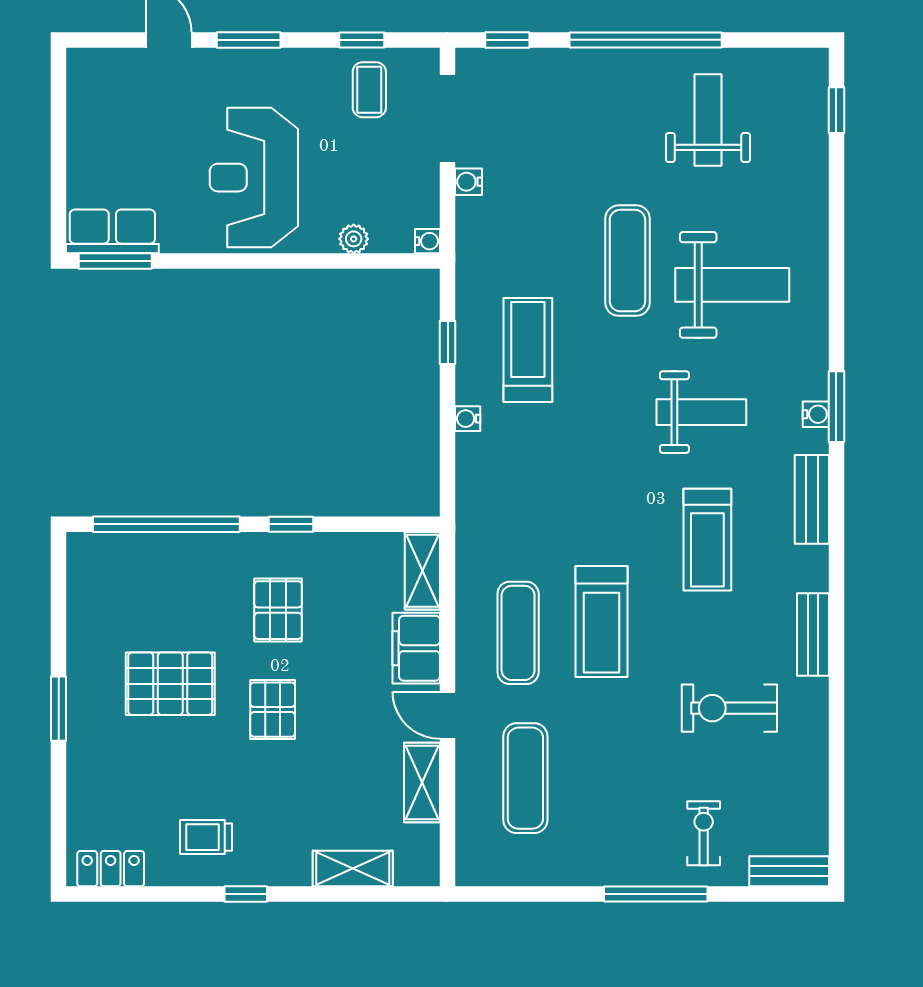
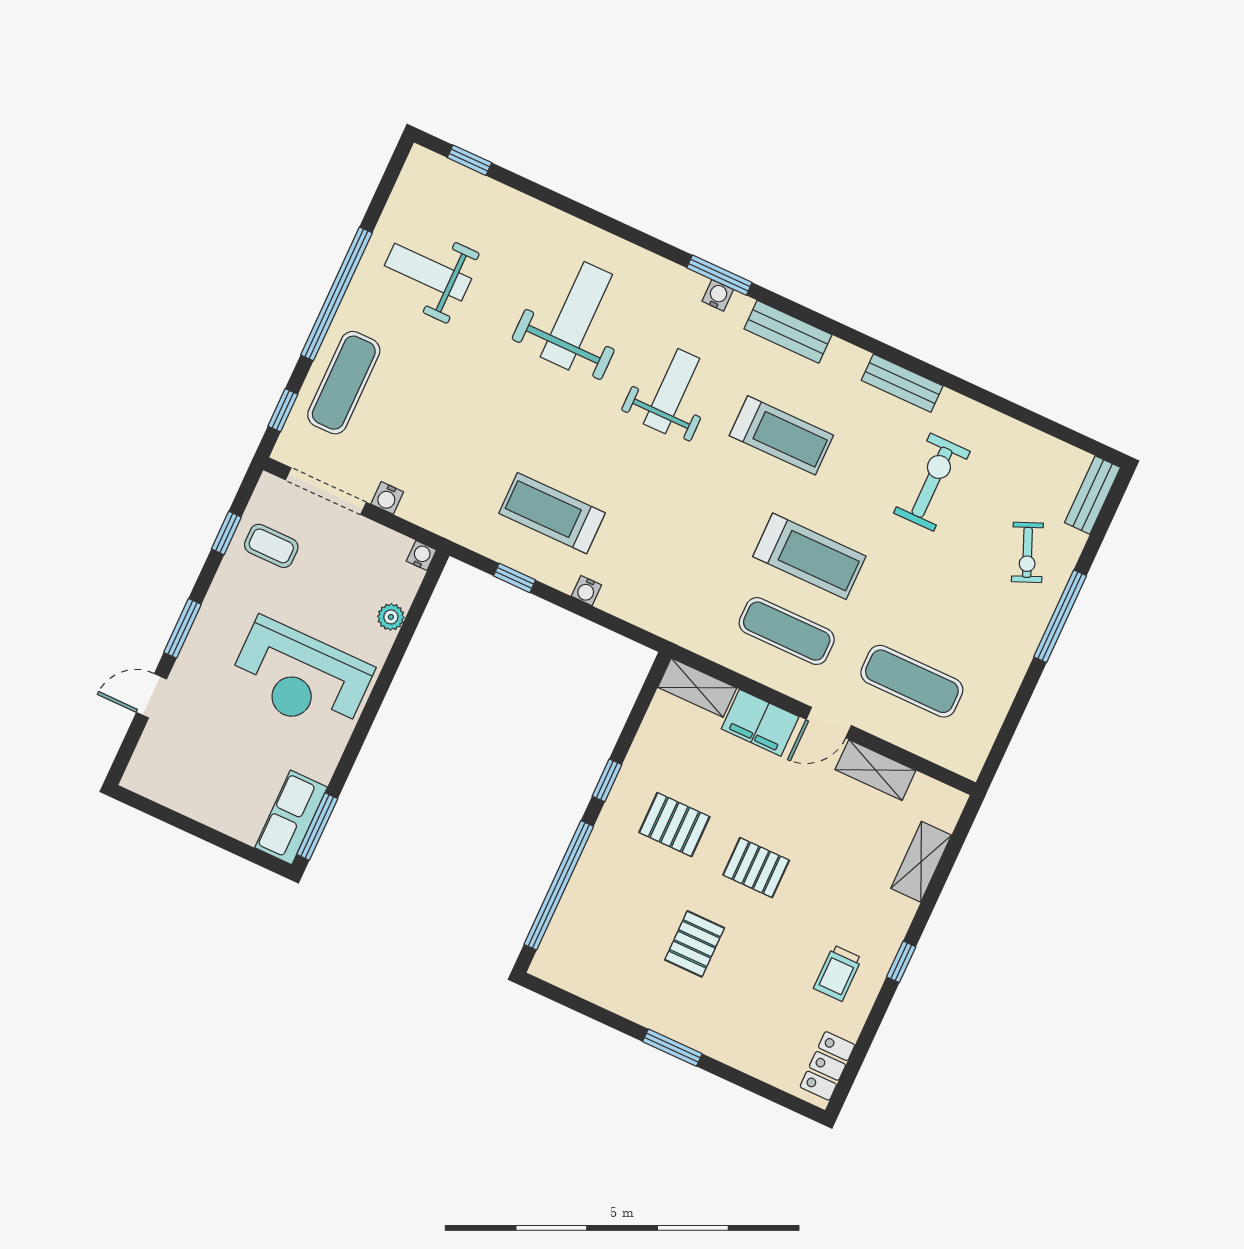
exercise mat: (627, 261) -> (344, 383), moved, turned 90
pallet: (170, 684) -> (695, 944), width x0.67, depth x0.71
exercise bike: (729, 708) -> (932, 482), turned 180
exercise bike: (704, 833) -> (1027, 552), turned -113

